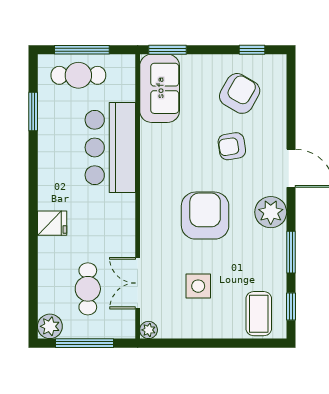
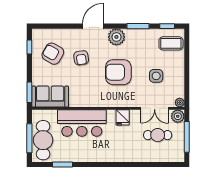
cafe table: (78, 75) -> (43, 140), width x1.37, depth x1.35
fridge: (52, 223) -> (123, 117), moved, turned 180
plant: (50, 326) -> (178, 116), moved

